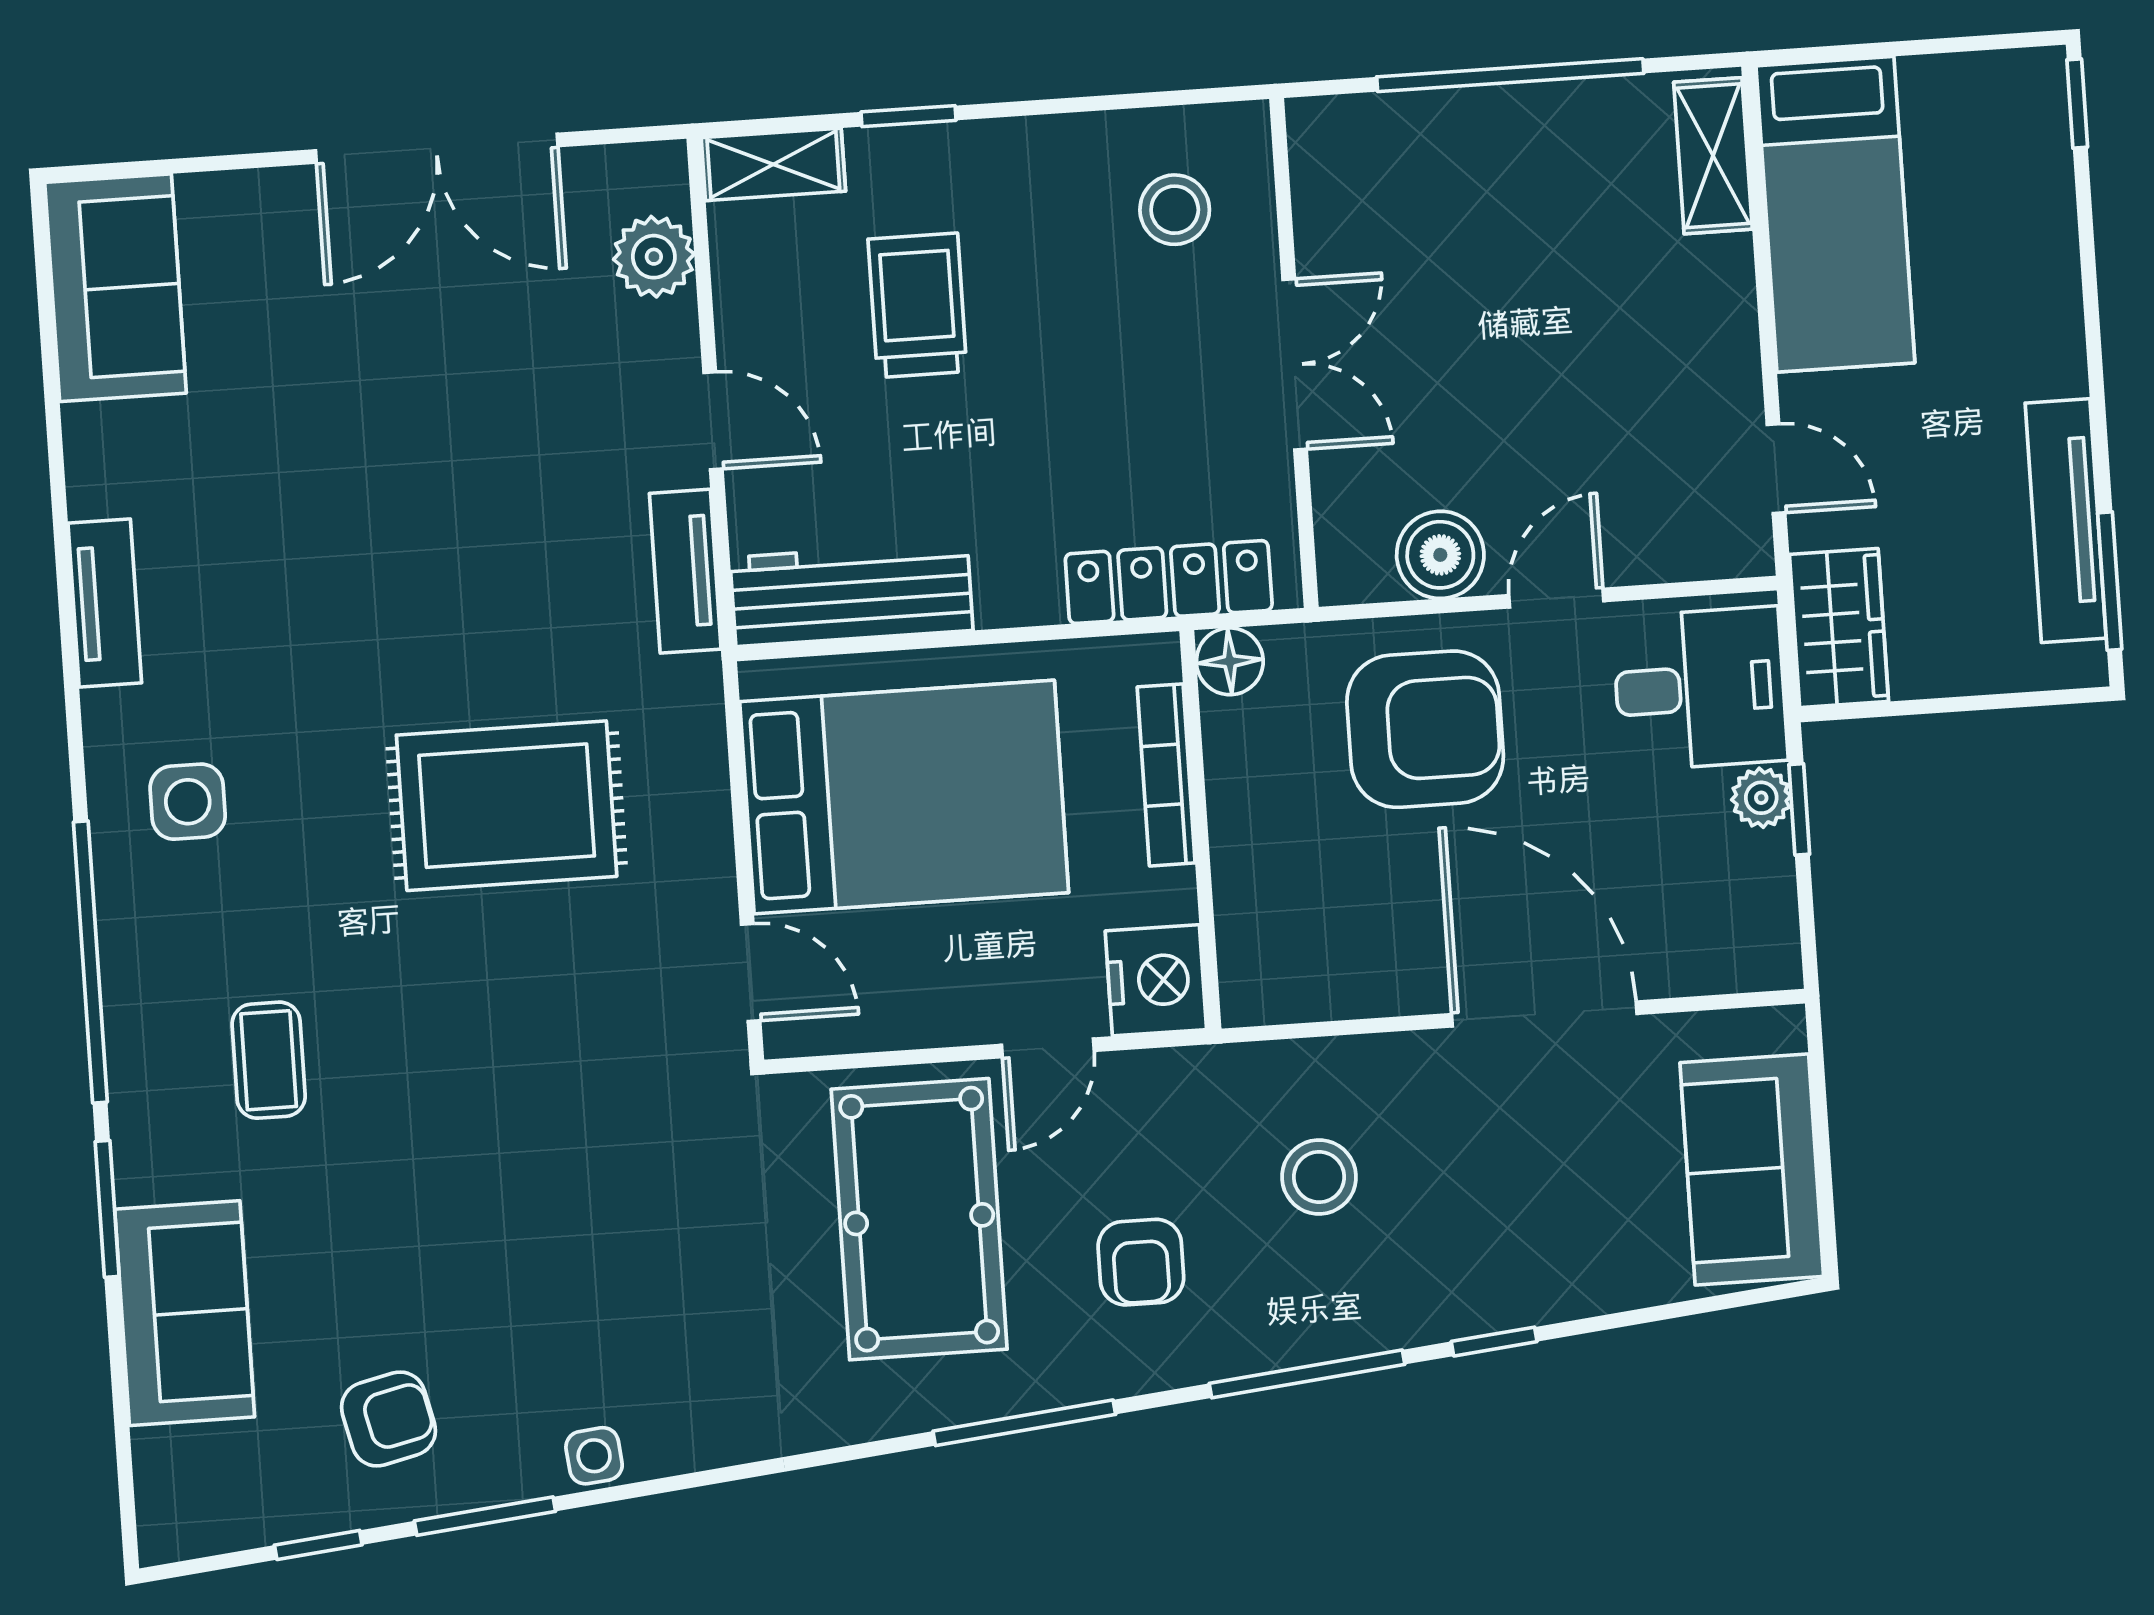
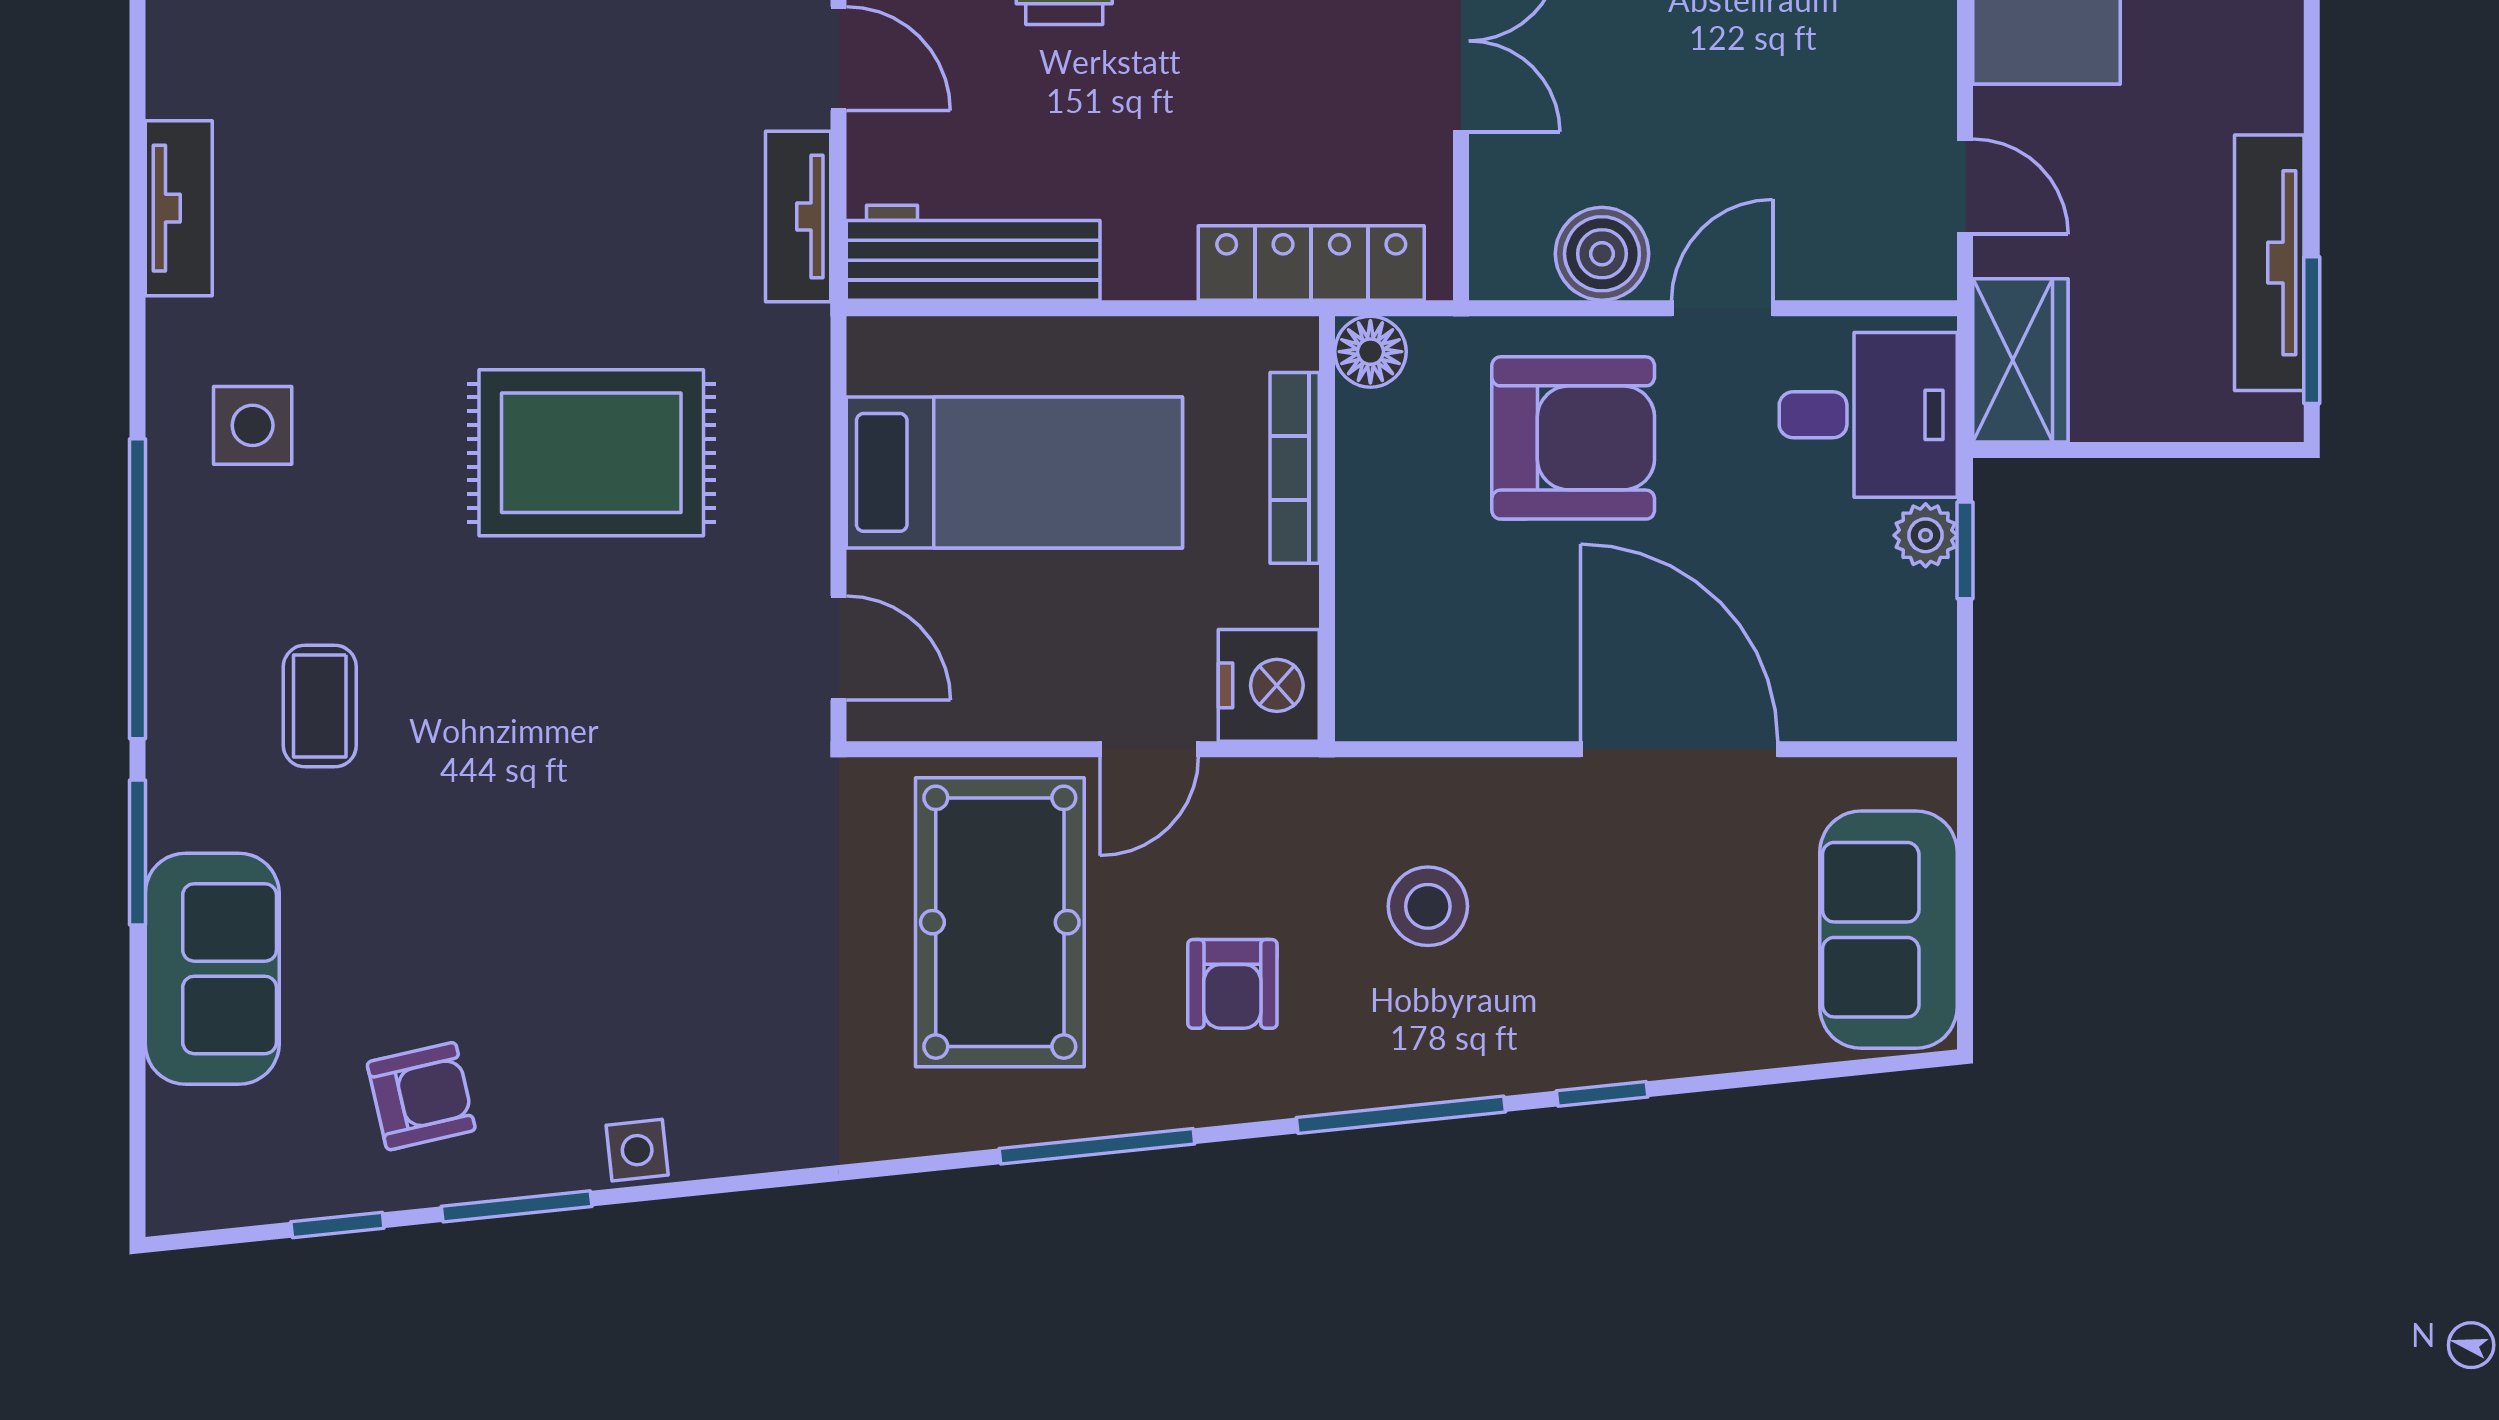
bed: (904, 797) -> (1014, 472), width x0.67

